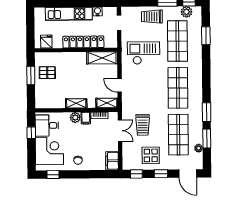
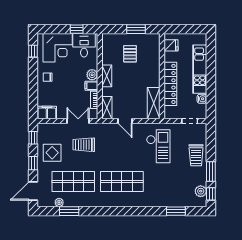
trolley: (152, 17) -> (196, 155), turned 180
shop shelf: (177, 41) -> (170, 182), removed
pallet: (47, 73) -> (130, 54), moved
door: (120, 85) -> (125, 121), swing flipped
window: (207, 112) -> (96, 211), removed
double door: (120, 131) -> (78, 121), swing flipped

